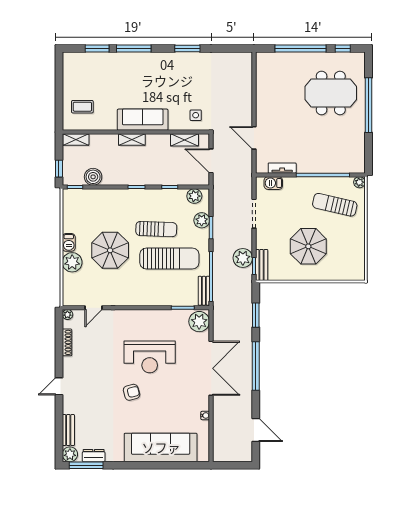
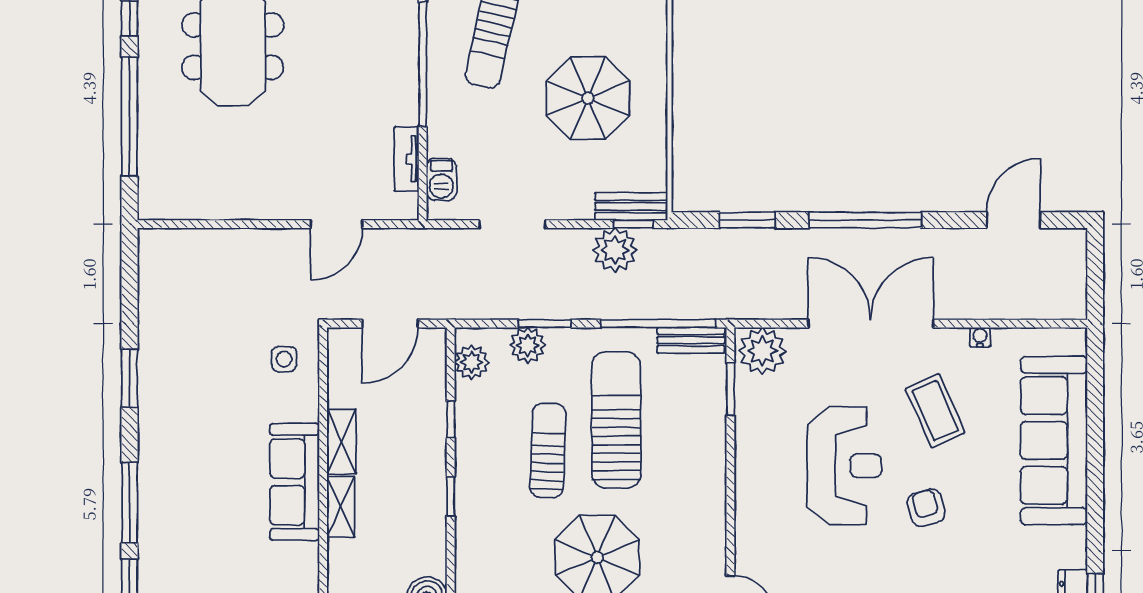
shelving: (184, 140) -> (341, 442), moved
coffee table: (173, 396) -> (935, 411), added

